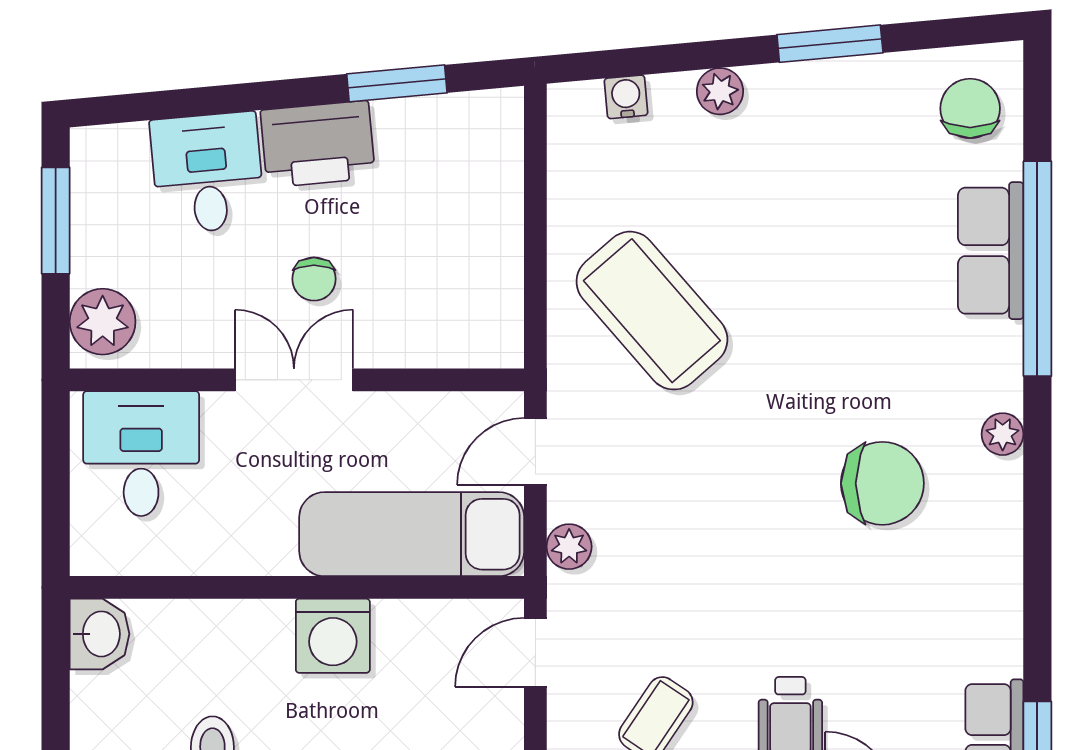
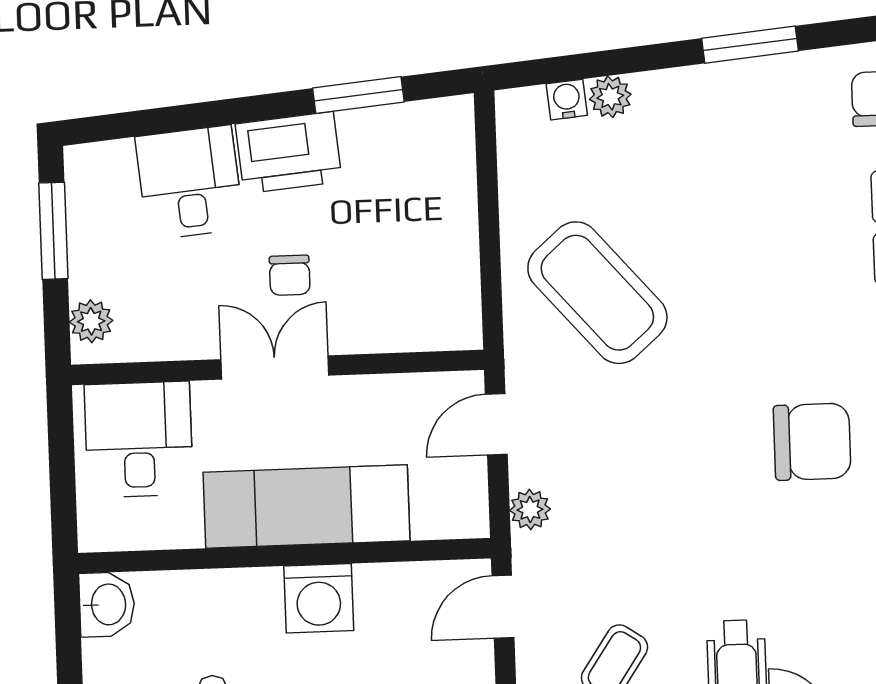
plant: (720, 91) -> (610, 97), moved
plant: (103, 322) -> (91, 321), width x0.73, depth x0.73
exam couch: (412, 534) -> (306, 507), moved

